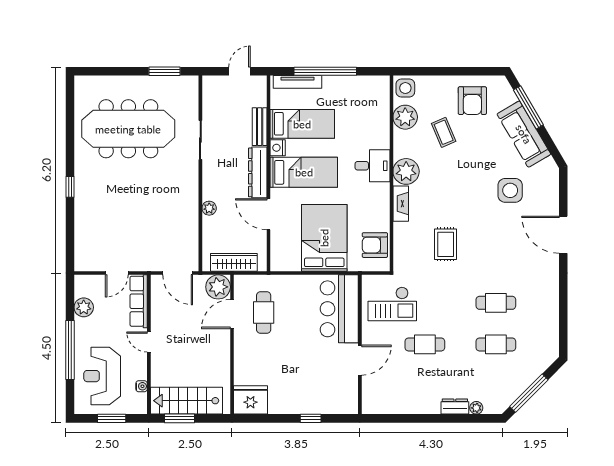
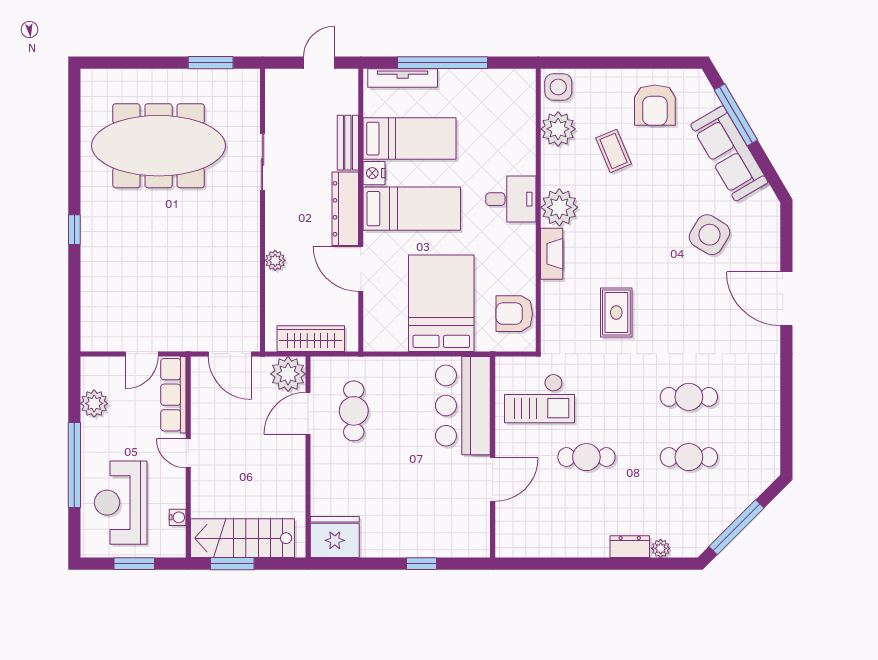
side table: (510, 190) -> (709, 235), turned 31

